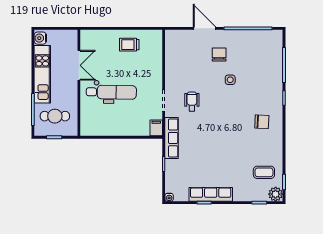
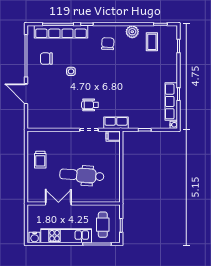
door: (204, 28) -> (26, 94), hinge flipped
chair: (219, 54) -> (46, 59), moved
row of seats: (275, 68) -> (61, 32), added
dental chair: (111, 92) -> (82, 175), turned -87
row of seats: (171, 138) -> (116, 123), width x0.68
row of seats: (211, 194) -> (171, 101), moved
plant: (276, 194) -> (132, 32), moved

